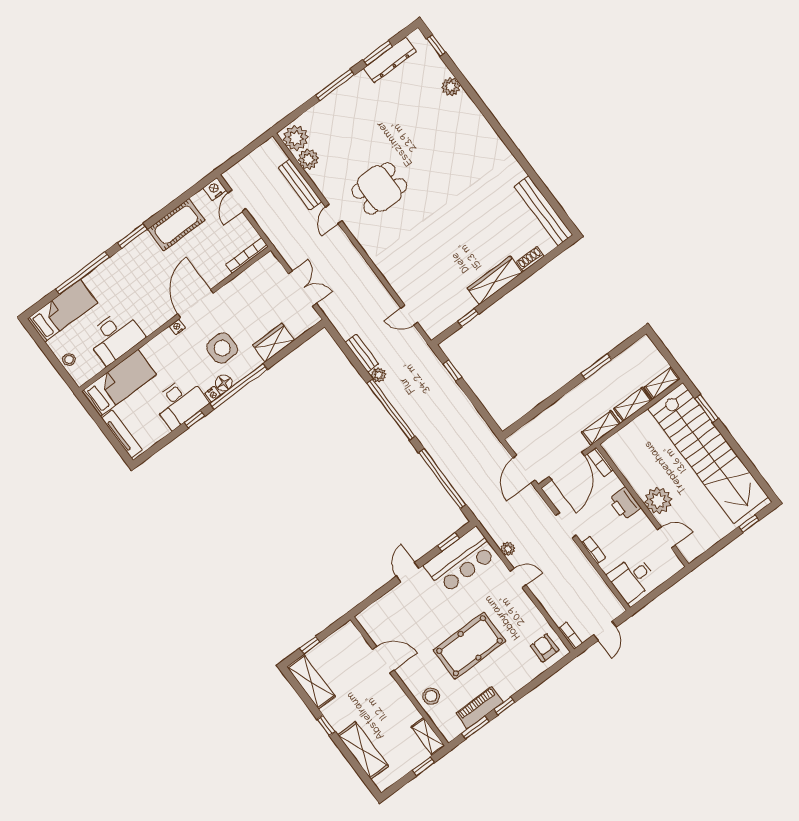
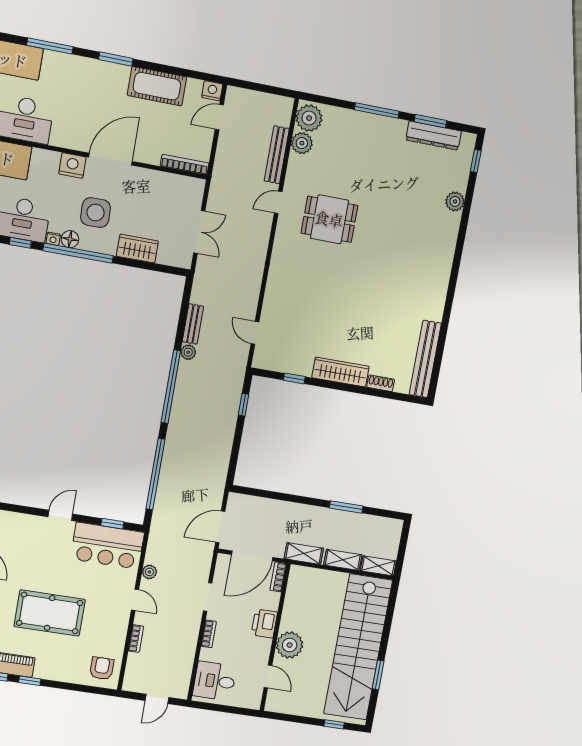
window: (82, 273) -> (50, 46), width x0.68
nightstand: (177, 327) -> (72, 165), width x1.89, depth x1.79
window: (707, 408) -> (378, 675), moved
bookcase: (570, 636) -> (136, 639), moved

